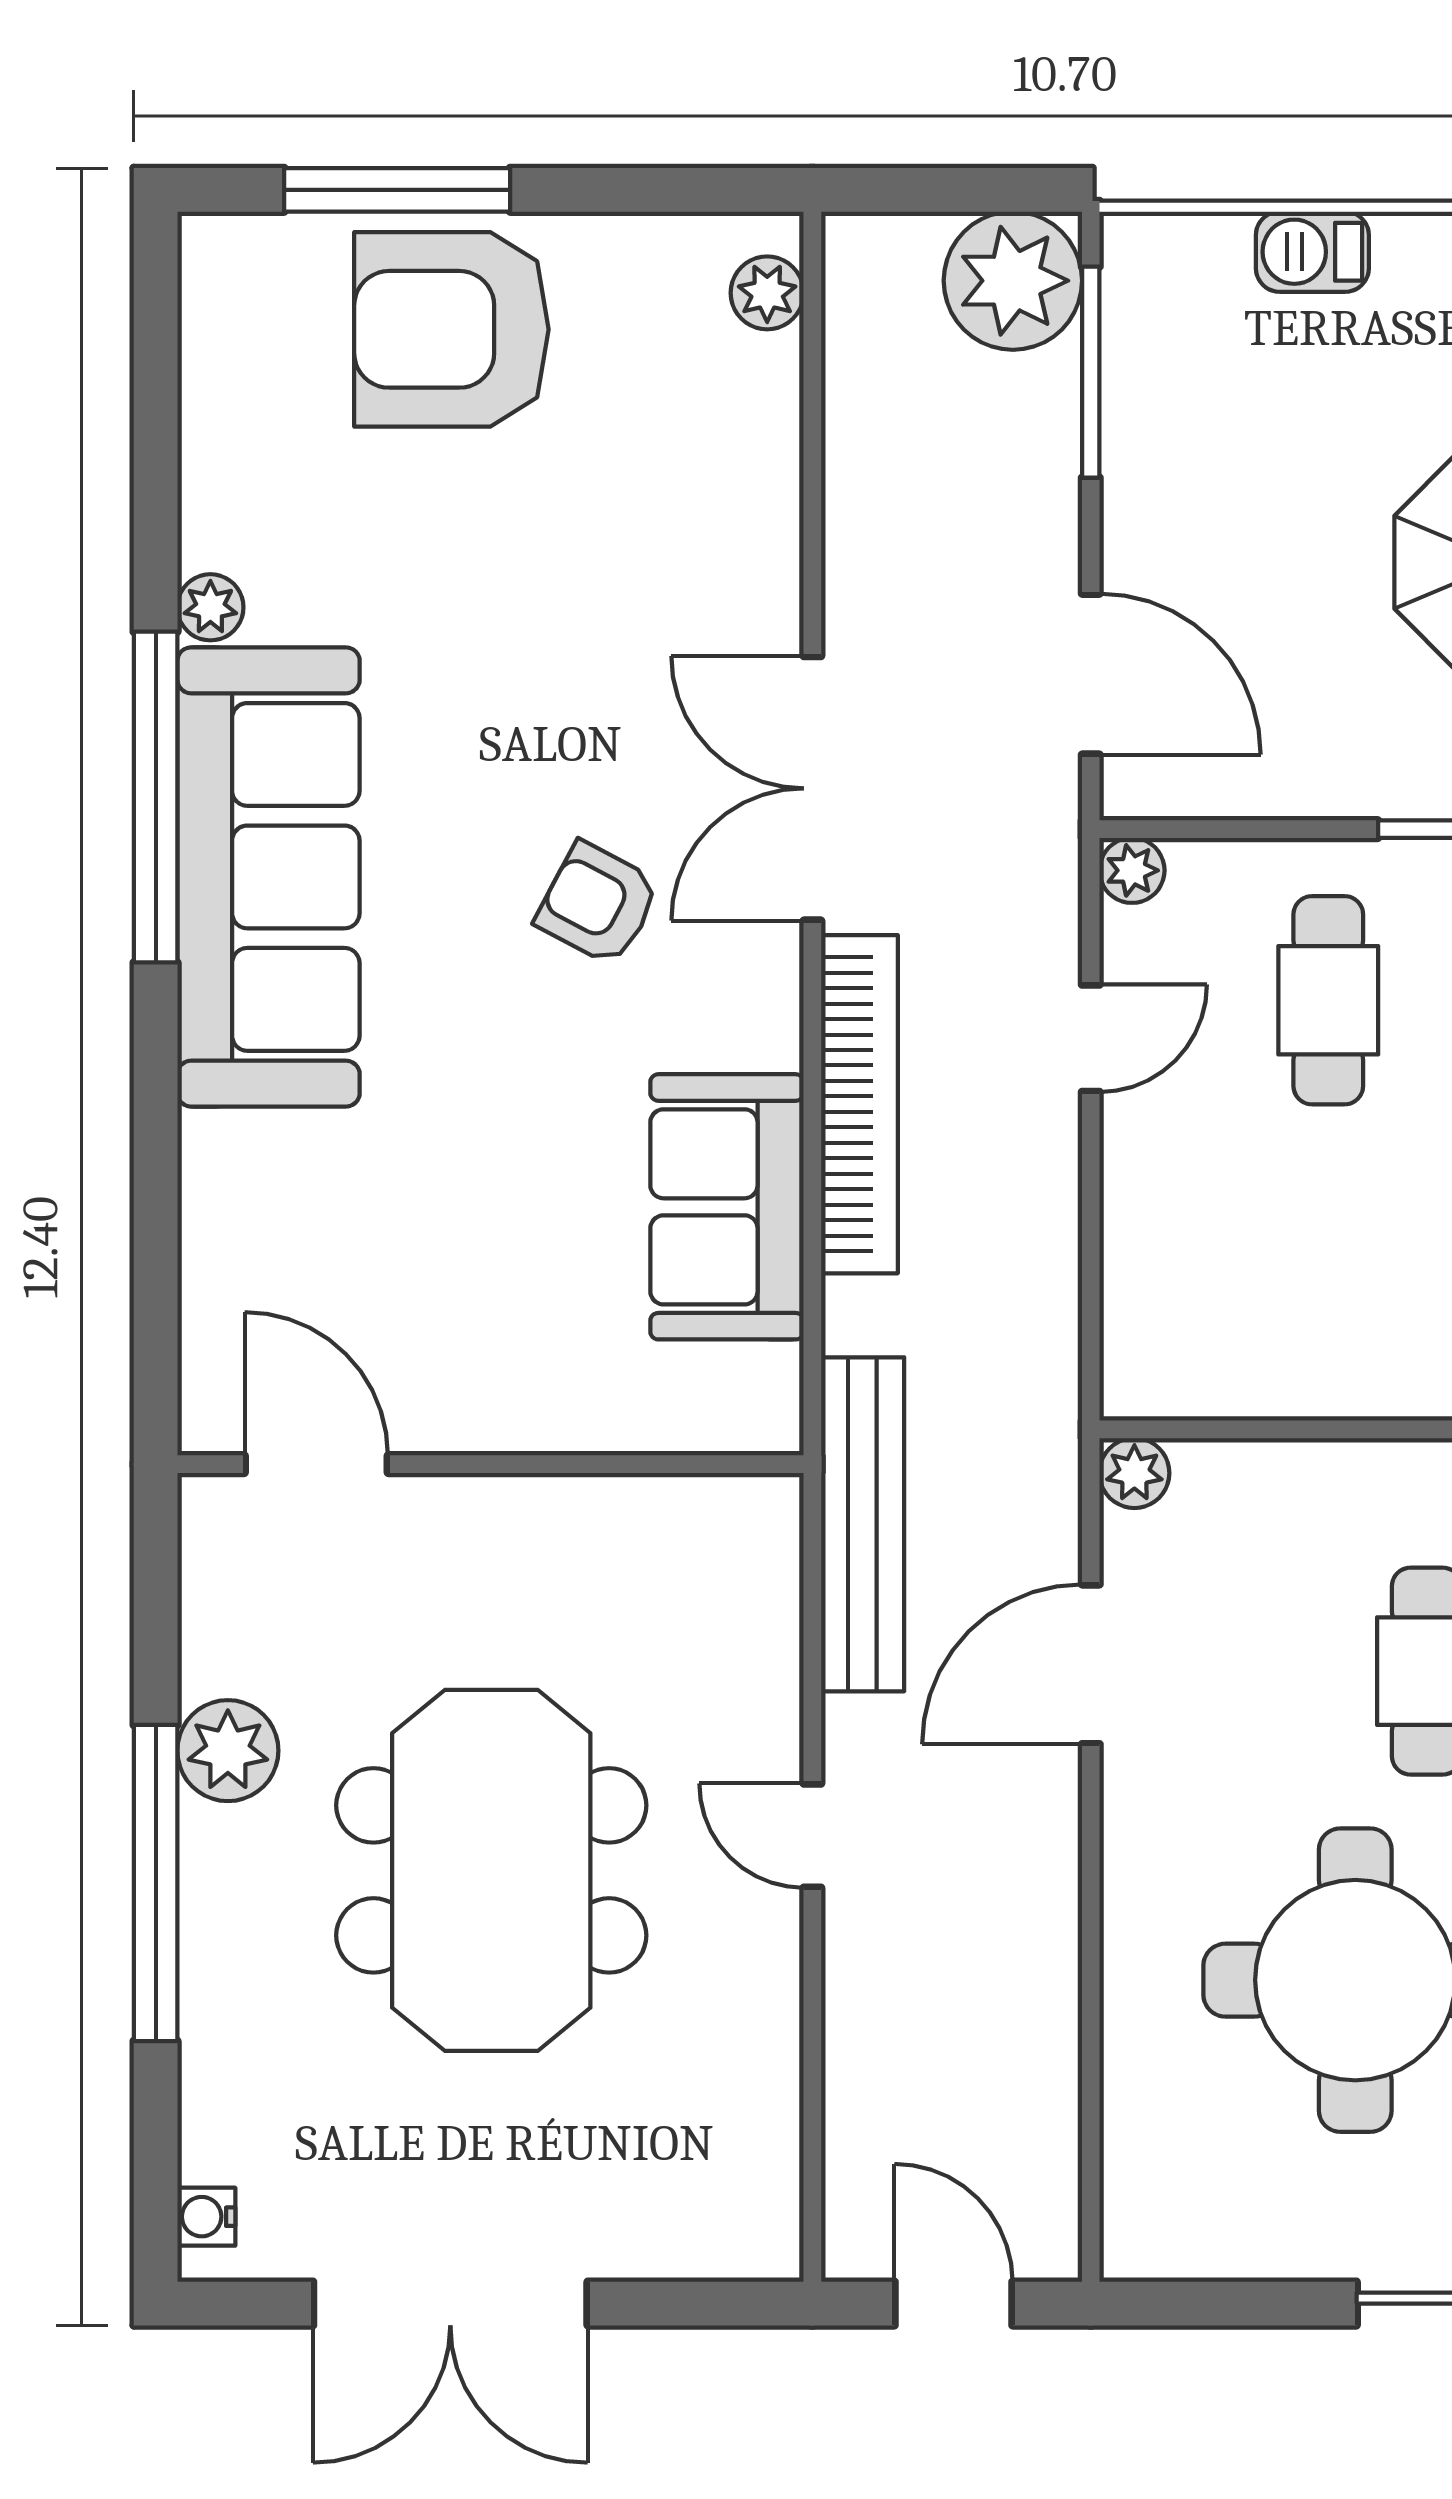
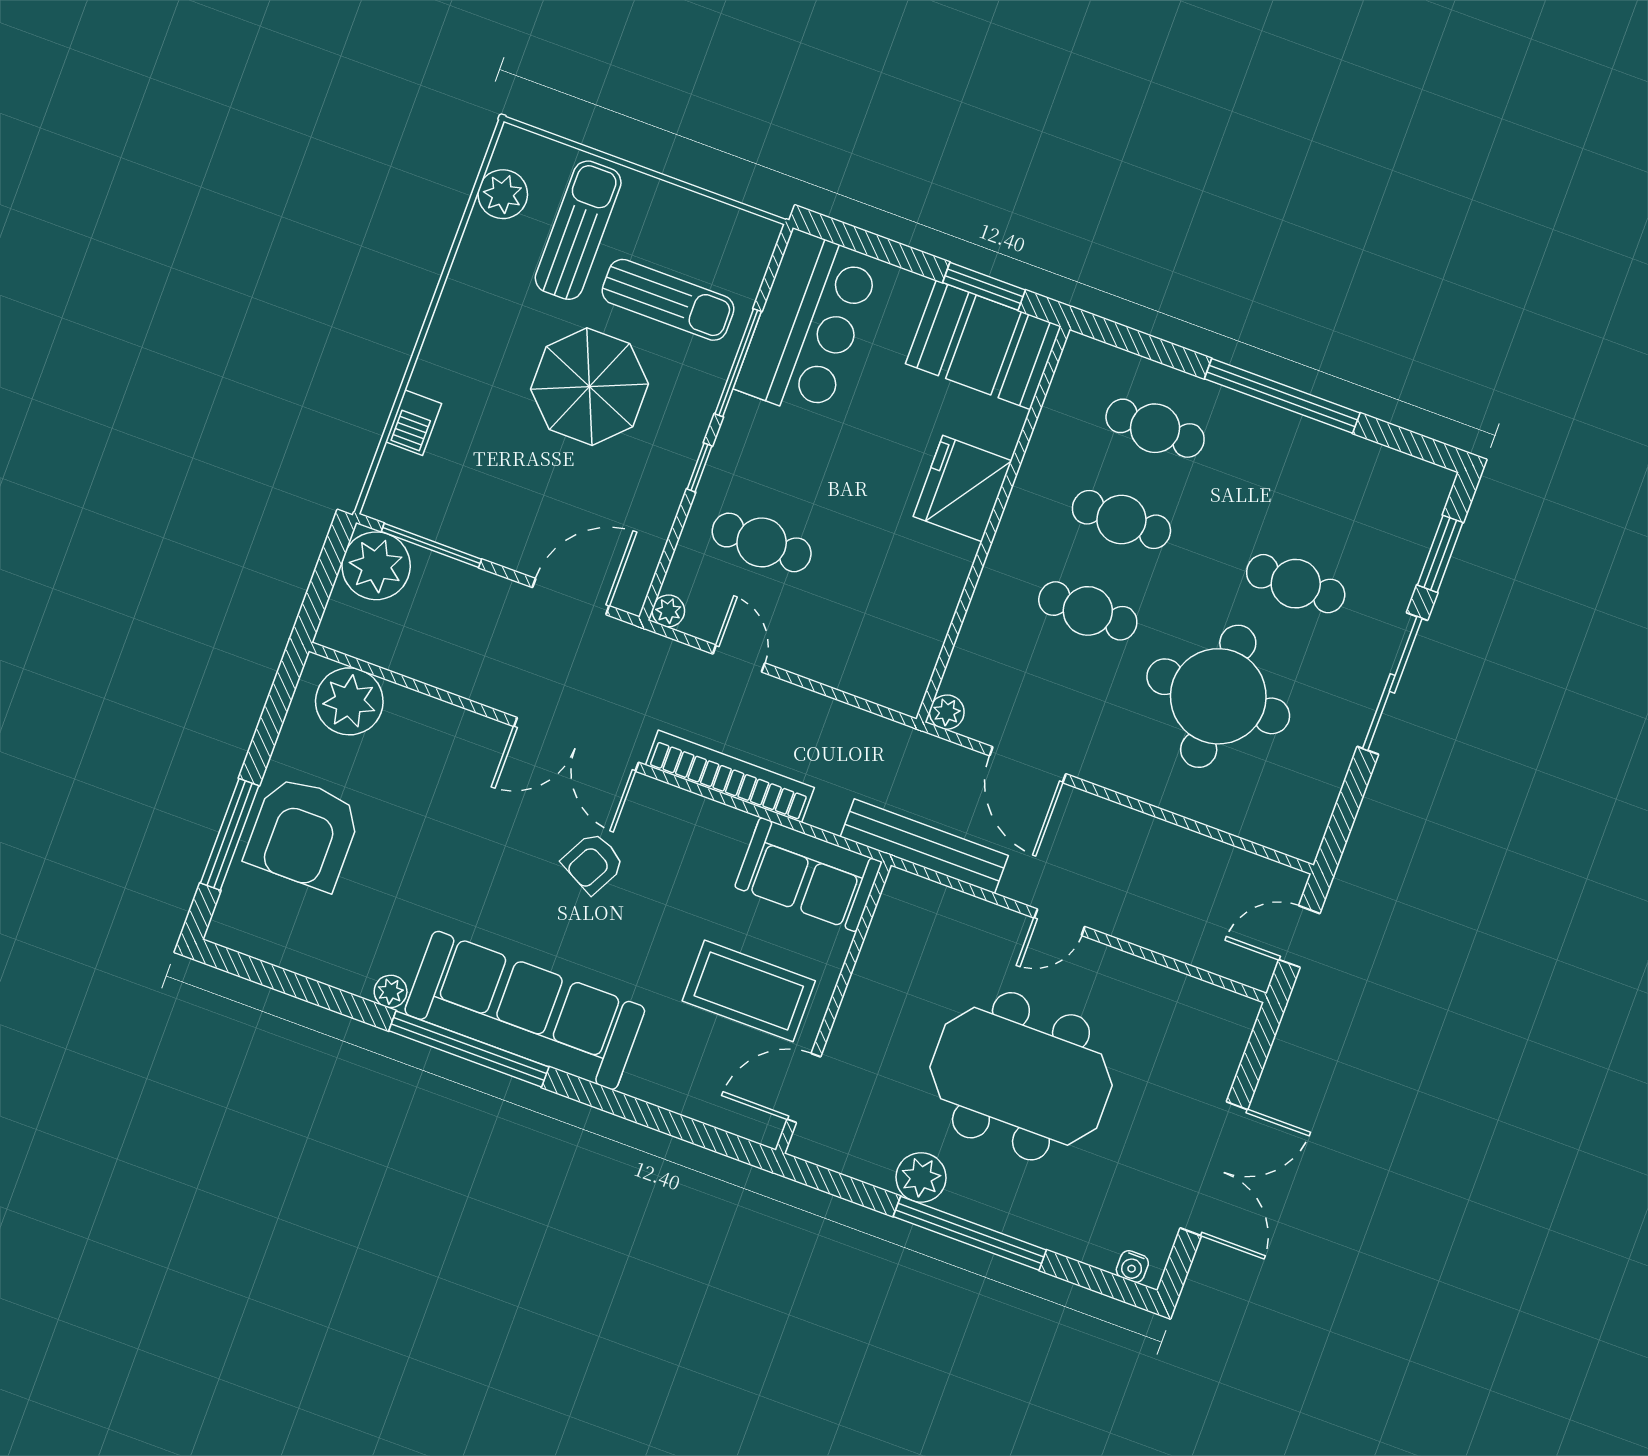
plant: (767, 293) -> (349, 701), width x1.87, depth x1.87
sofa: (727, 1207) -> (808, 875), moved
coffee table: (463, 1291) -> (749, 991), added

